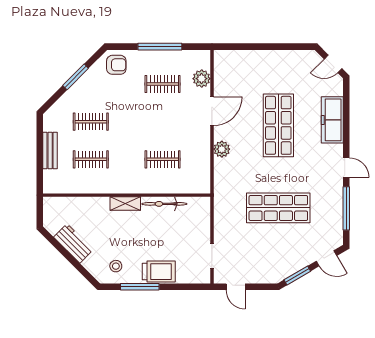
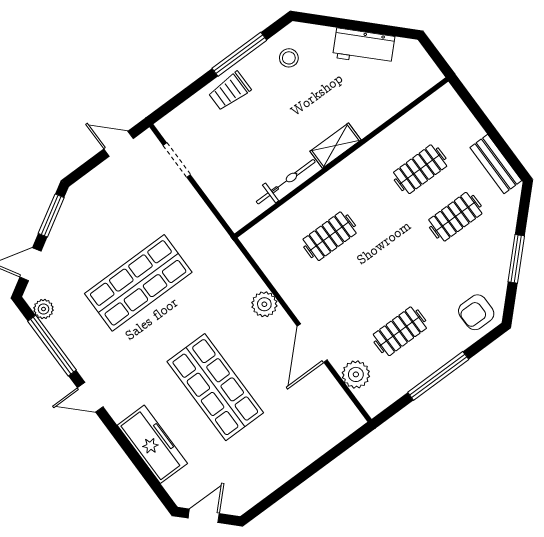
bench: (50, 151) -> (496, 164), moved
plant: (337, 230) -> (43, 309), added
trolley: (159, 272) -> (230, 91), width x0.73, depth x0.72

